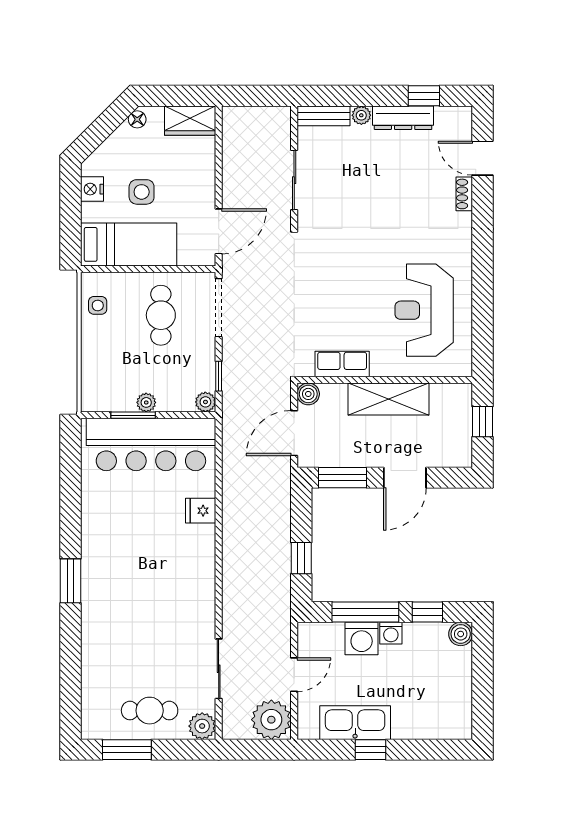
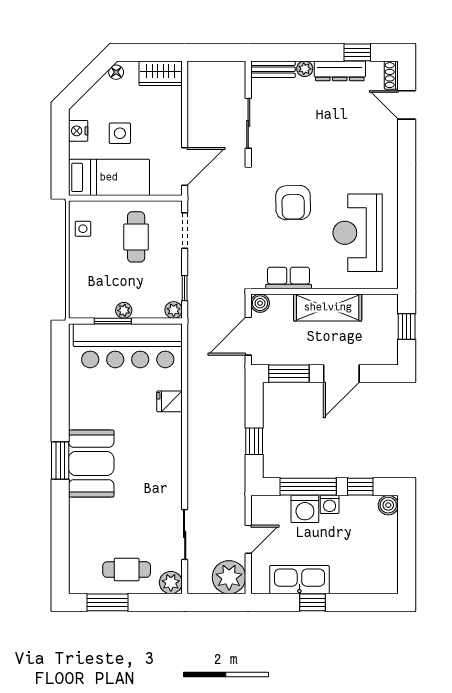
shoe rack: (464, 194) -> (391, 75), moved
armchair: (348, 274) -> (293, 203), added
doorway: (219, 308) -> (185, 231), width x0.73
booth: (107, 585) -> (91, 464), added

